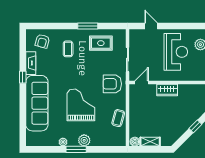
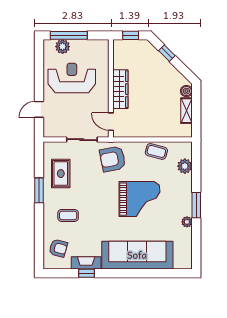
window: (23, 77) -> (87, 273), moved
armchair: (112, 84) -> (113, 159), turned 79
wardrobe: (167, 90) -> (120, 89), width x1.50
grand piano: (81, 105) -> (139, 199), turned 180
plant: (84, 140) -> (185, 166), moved
boiler: (135, 142) -> (186, 91), moved

